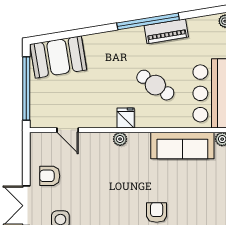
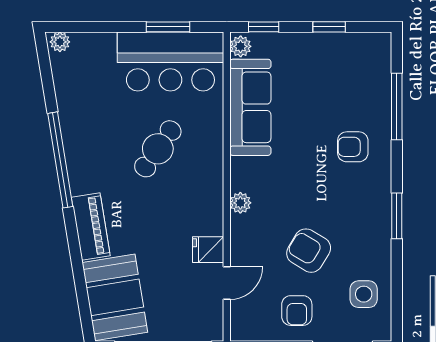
piano: (166, 31) -> (91, 226), moved
fridge: (126, 118) -> (208, 250), moved
armchair: (89, 184) -> (309, 251), added

